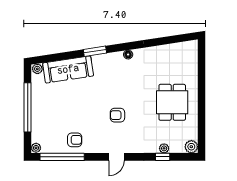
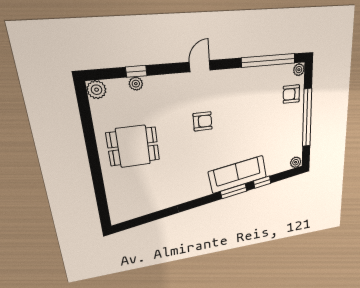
window: (69, 55) -> (262, 182), added
floor lamp: (128, 55) -> (195, 194), removed
sofa: (68, 69) -> (238, 174), moved
dining table: (172, 102) -> (133, 146), turned 90
armchair: (75, 140) -> (291, 94), moved

